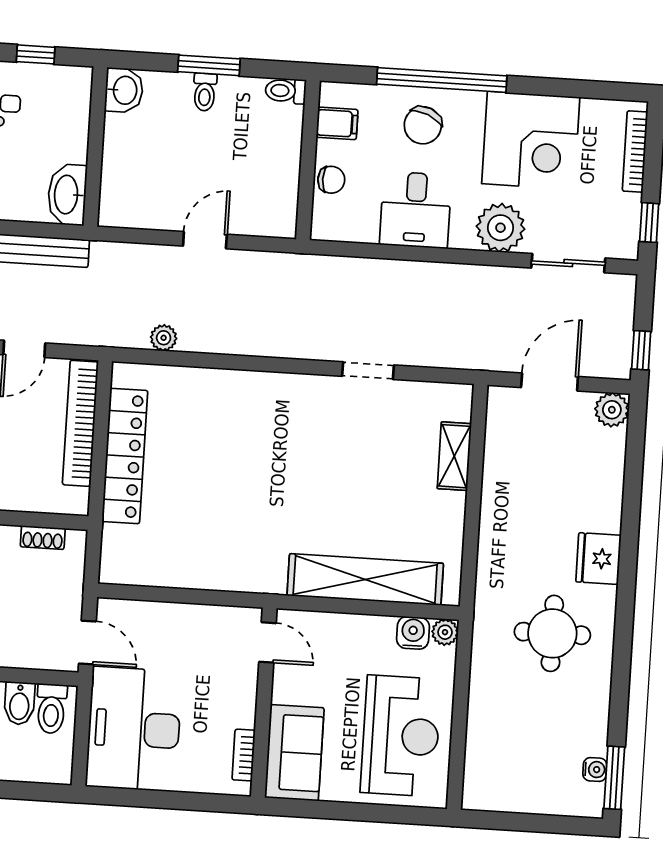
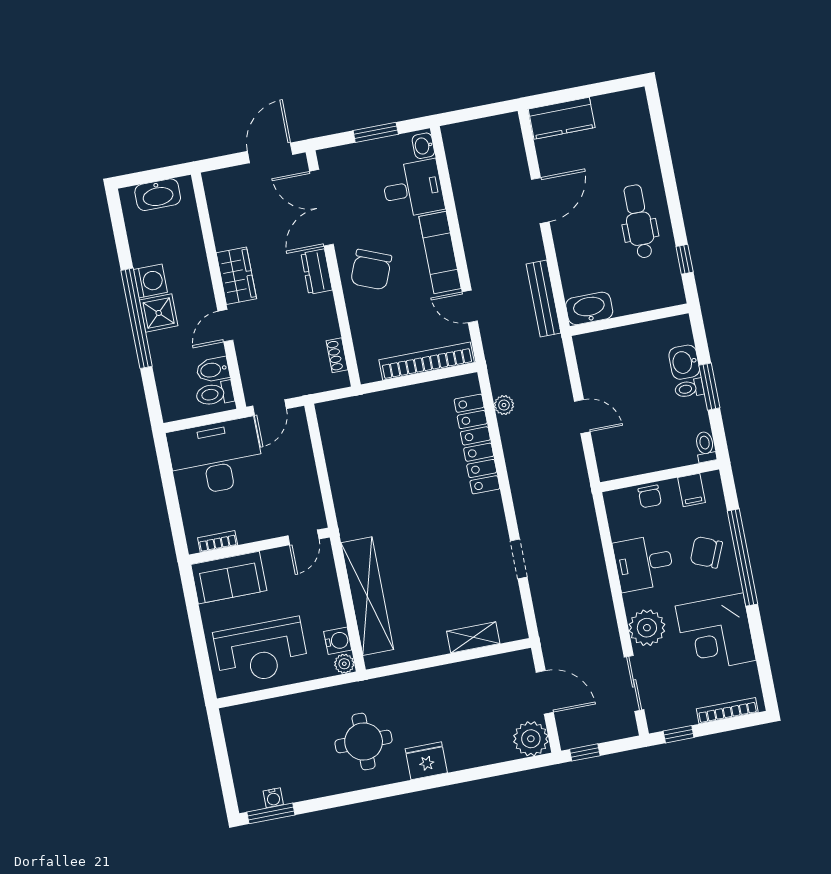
washbasin: (124, 90) -> (684, 362), moved, turned 90
plant: (612, 410) -> (531, 739), width x1.36, depth x1.36
locker: (125, 456) -> (477, 444), moved, turned 90

